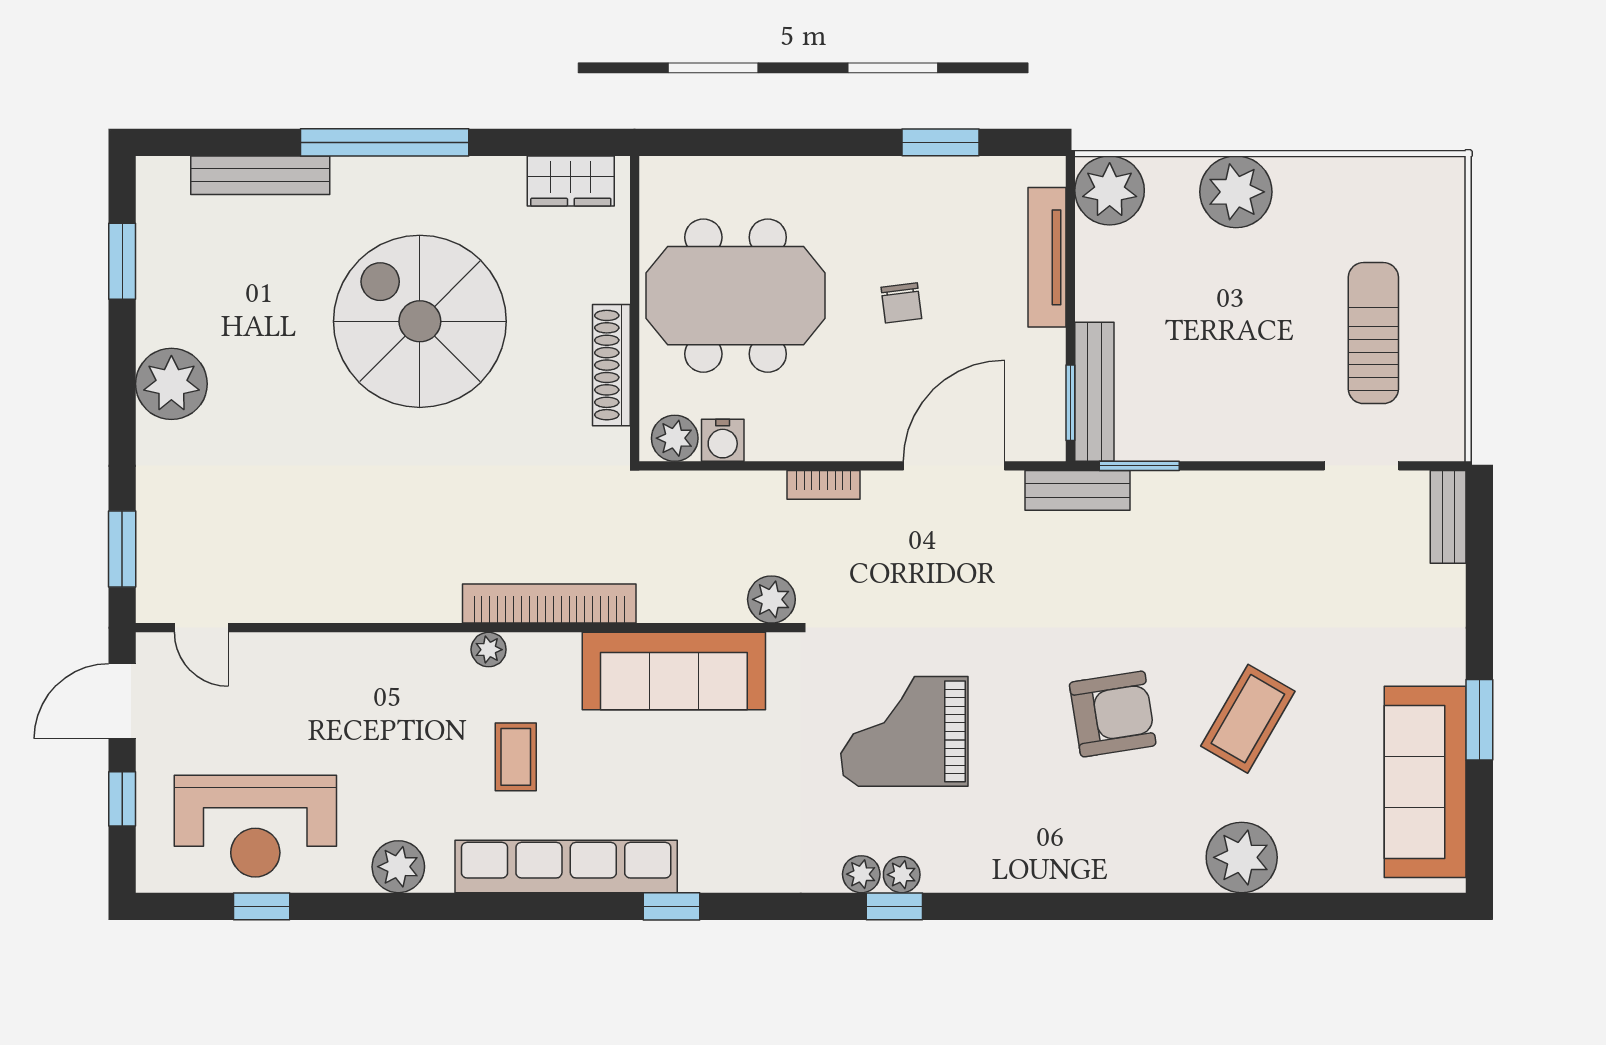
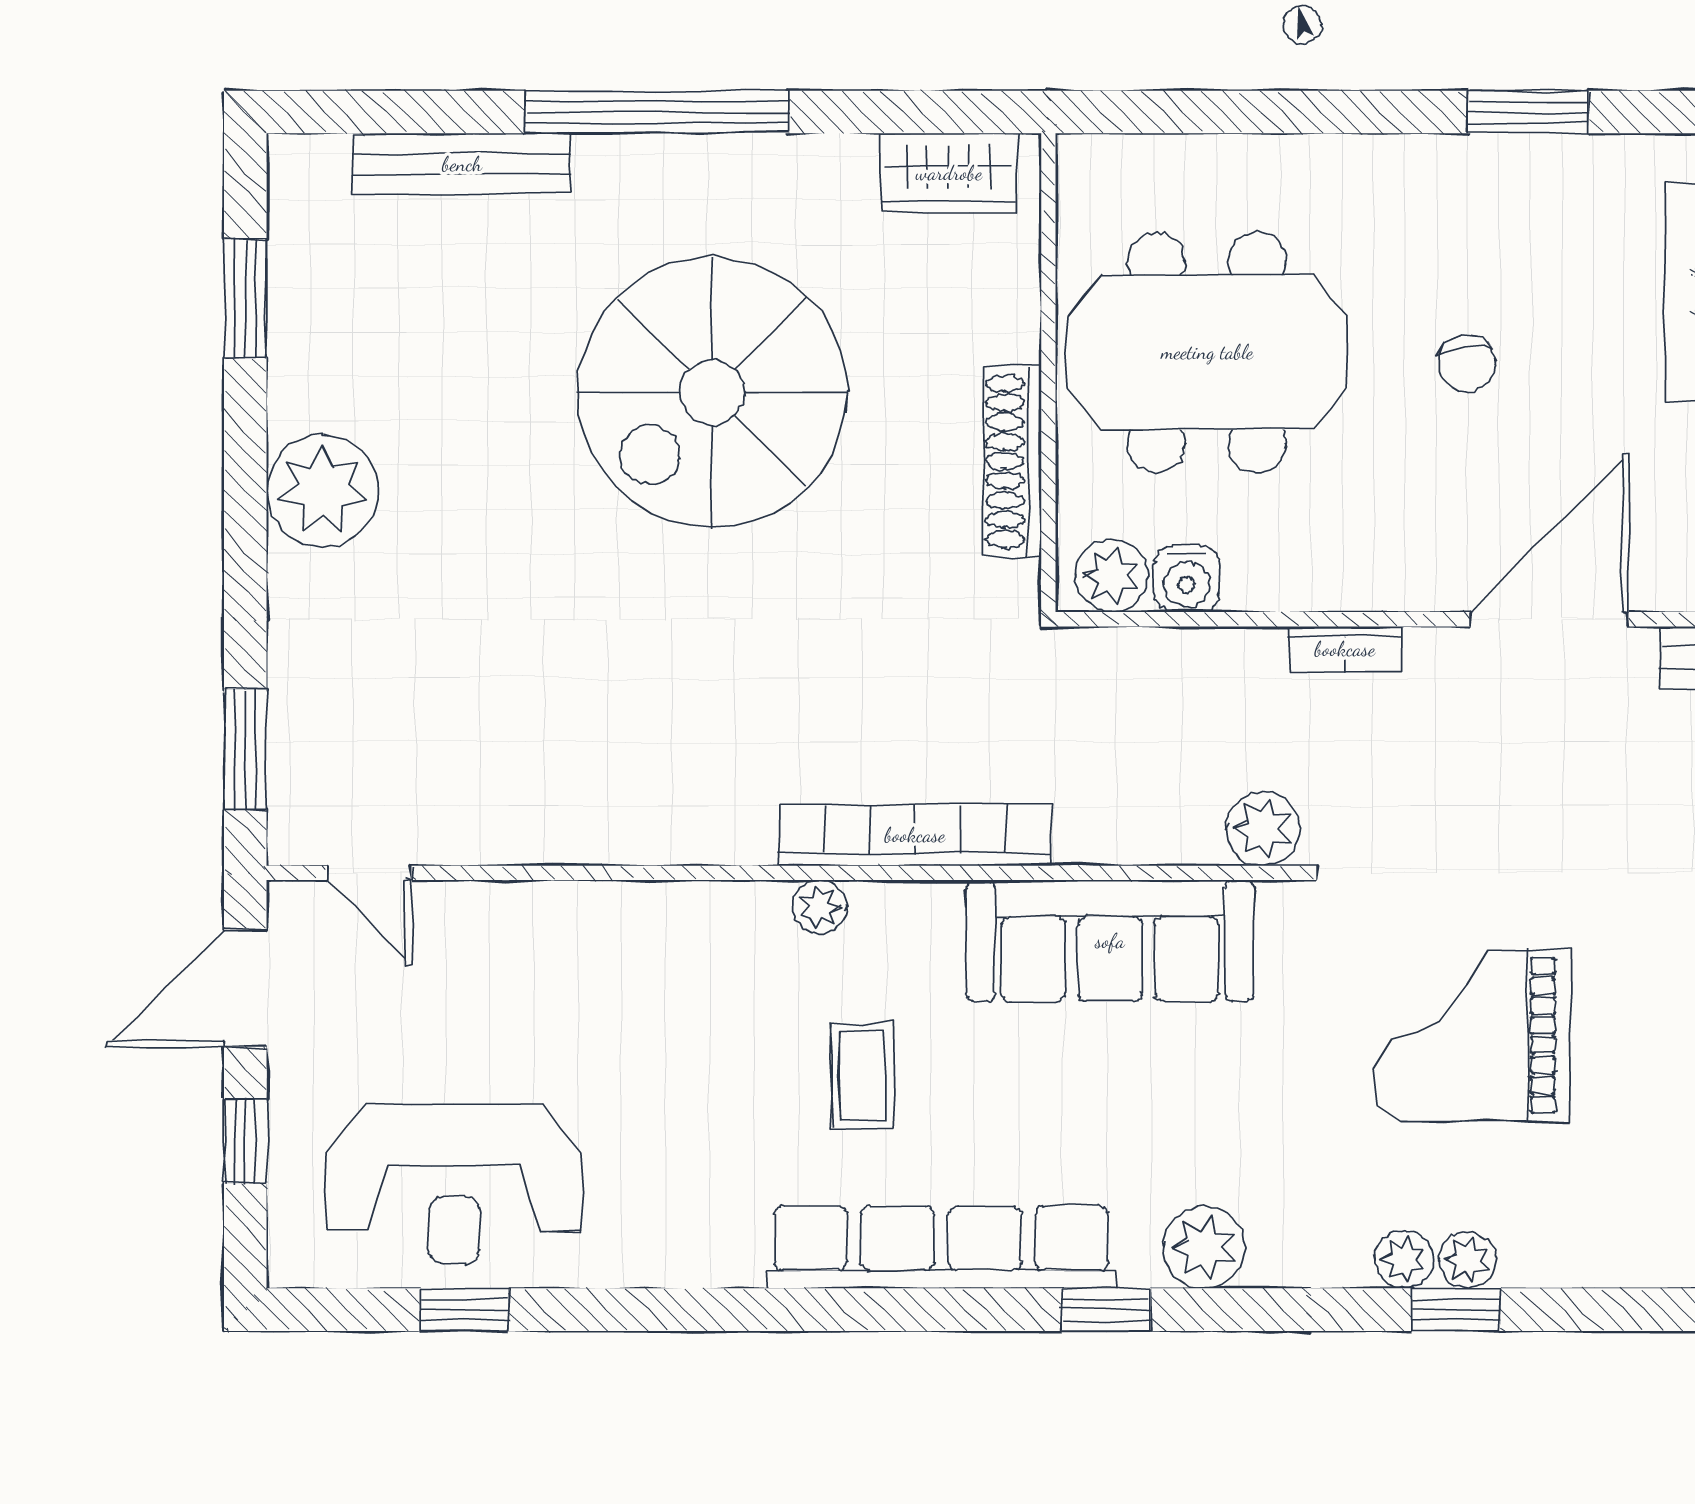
spiral stairs: (420, 321) -> (712, 393), turned -90
plant: (398, 867) -> (1204, 1248), moved

